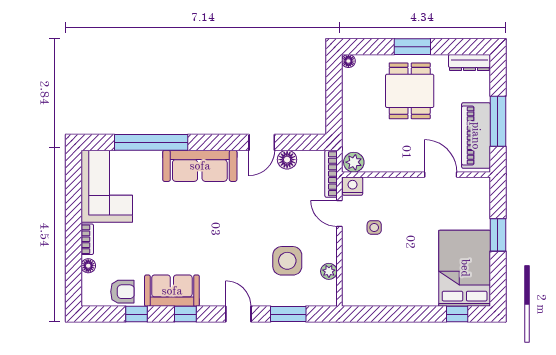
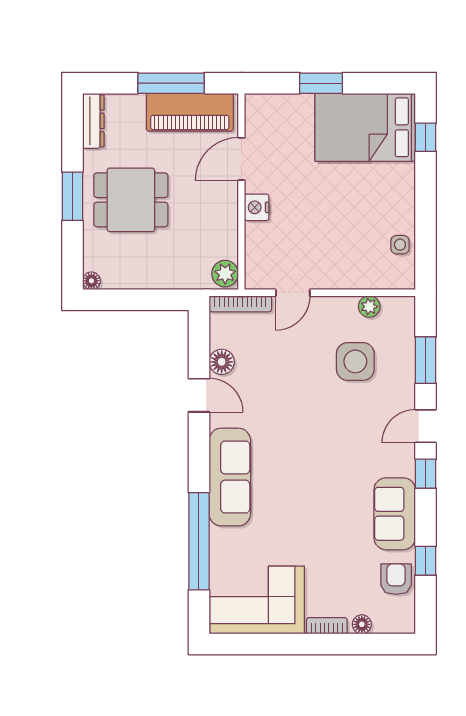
nightstand: (353, 186) -> (257, 207), moved
side table: (374, 227) -> (400, 245), moved
window: (185, 314) -> (426, 474), moved

